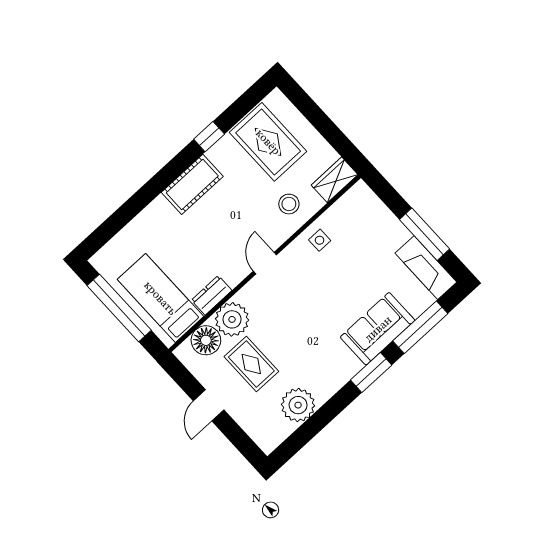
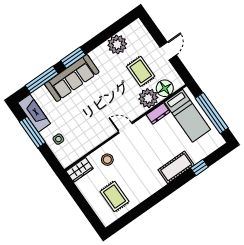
window: (209, 137) -> (199, 168), moved
rug: (268, 142) -> (115, 196), width x0.73, depth x0.70
cot: (192, 184) -> (176, 167), moved
side table: (320, 240) -> (58, 139), moved
door: (265, 263) -> (125, 128), swing flipped
sofa: (378, 329) -> (72, 78), width x1.36

